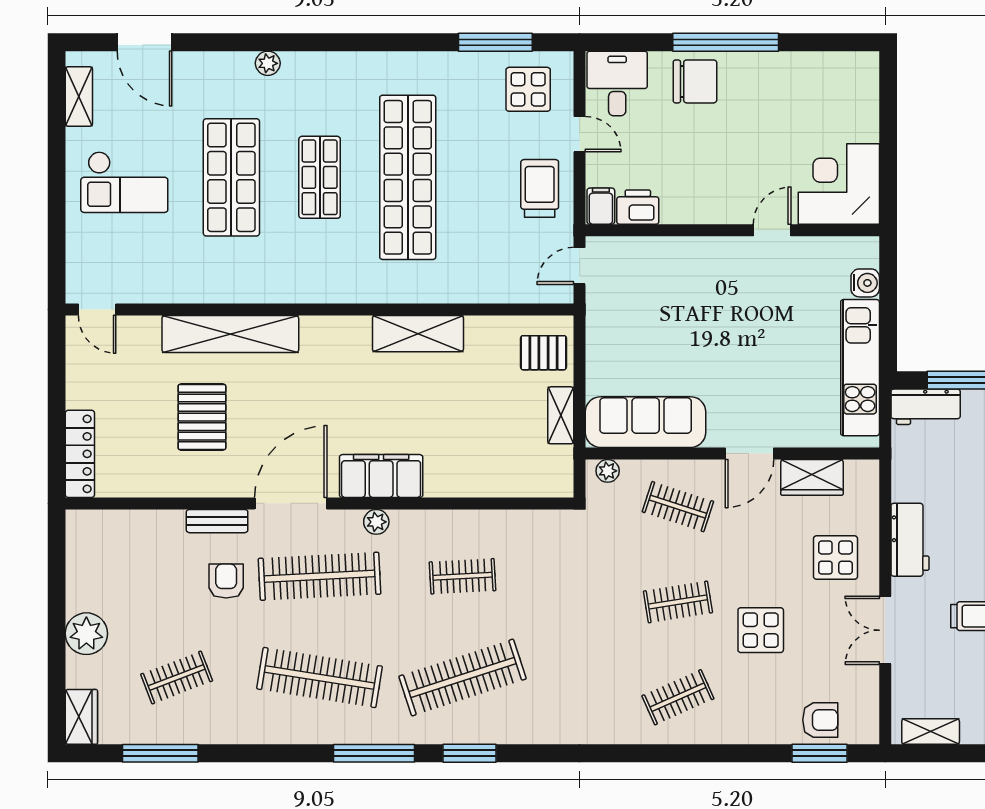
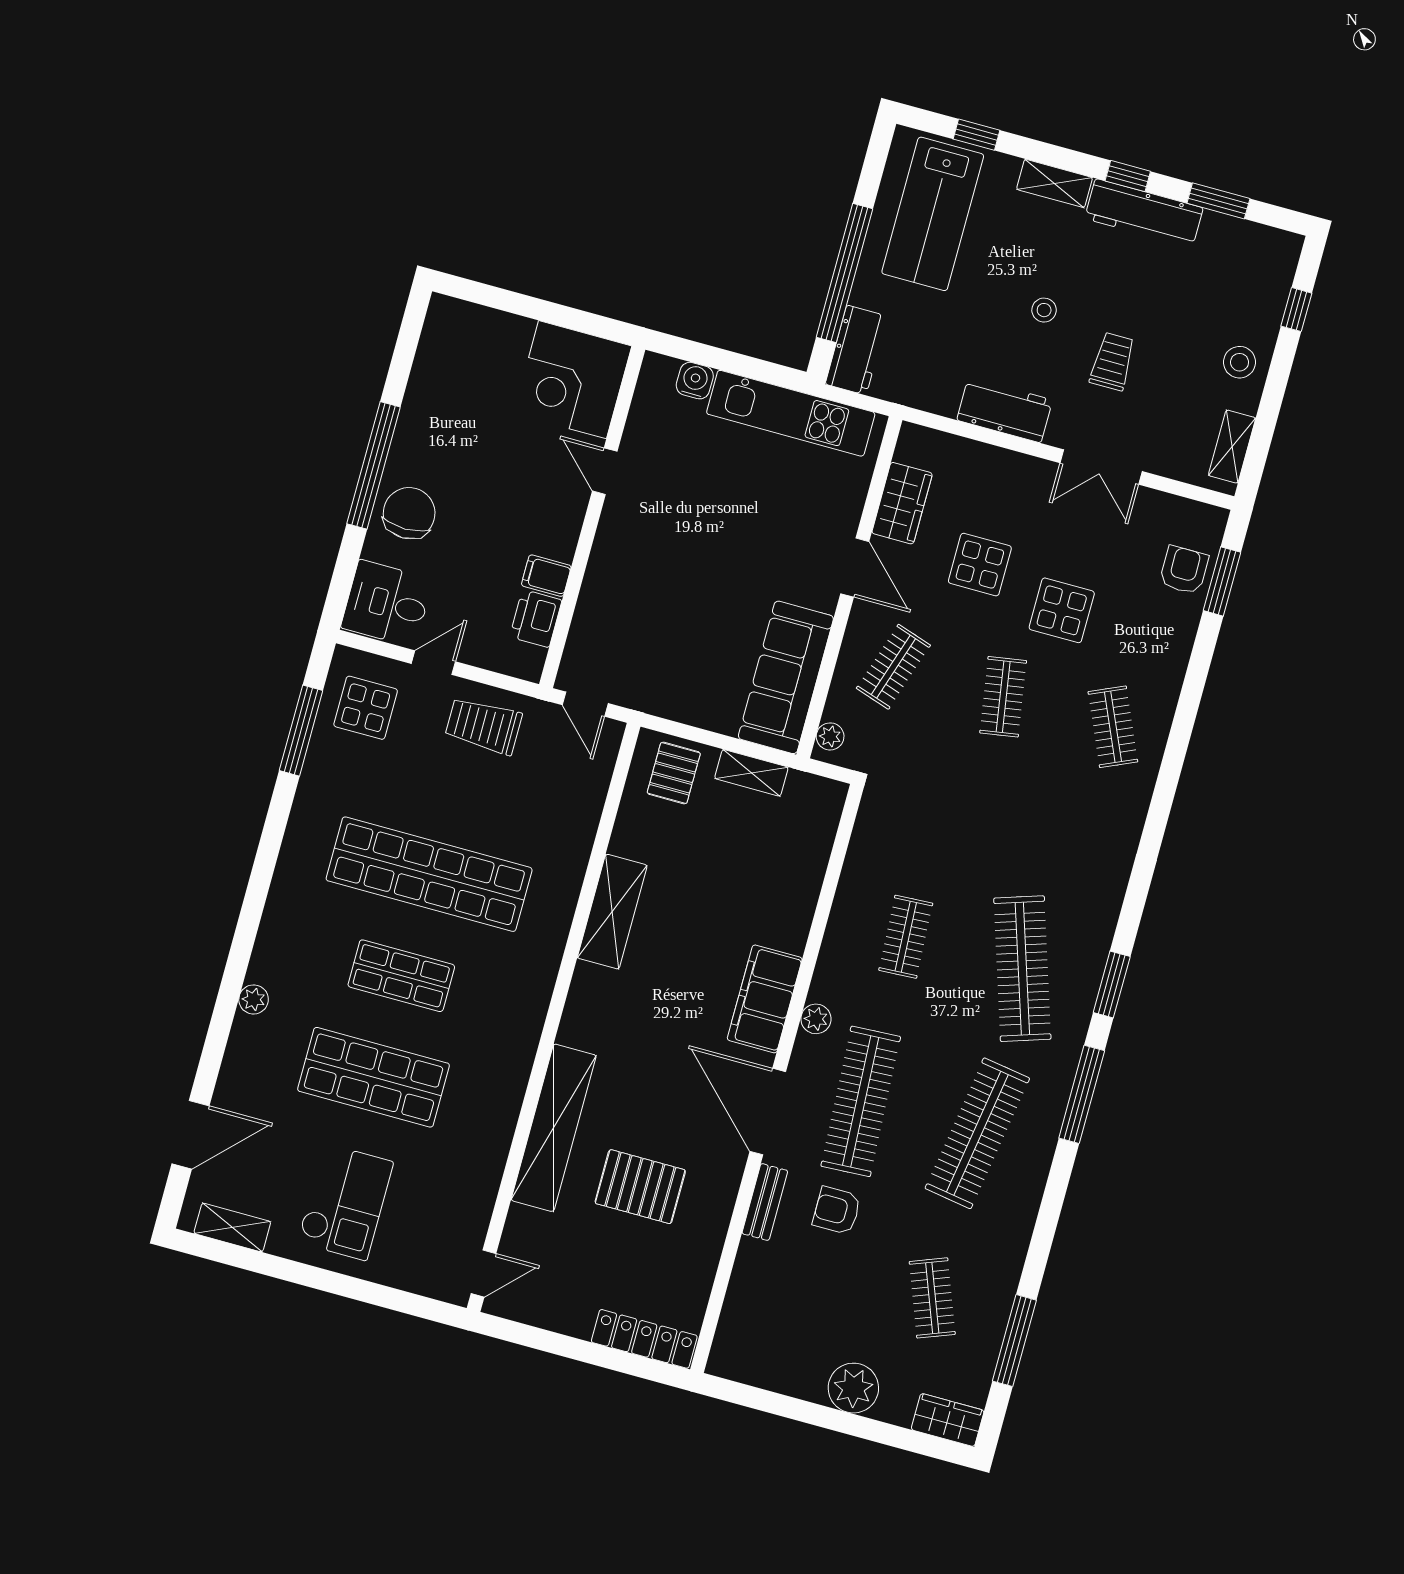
filing cabinet: (601, 206) -> (546, 576), moved
display table: (835, 558) -> (980, 565), moved

